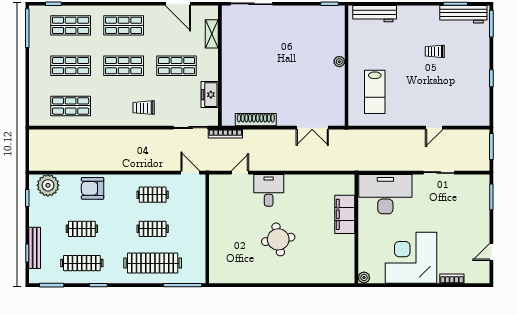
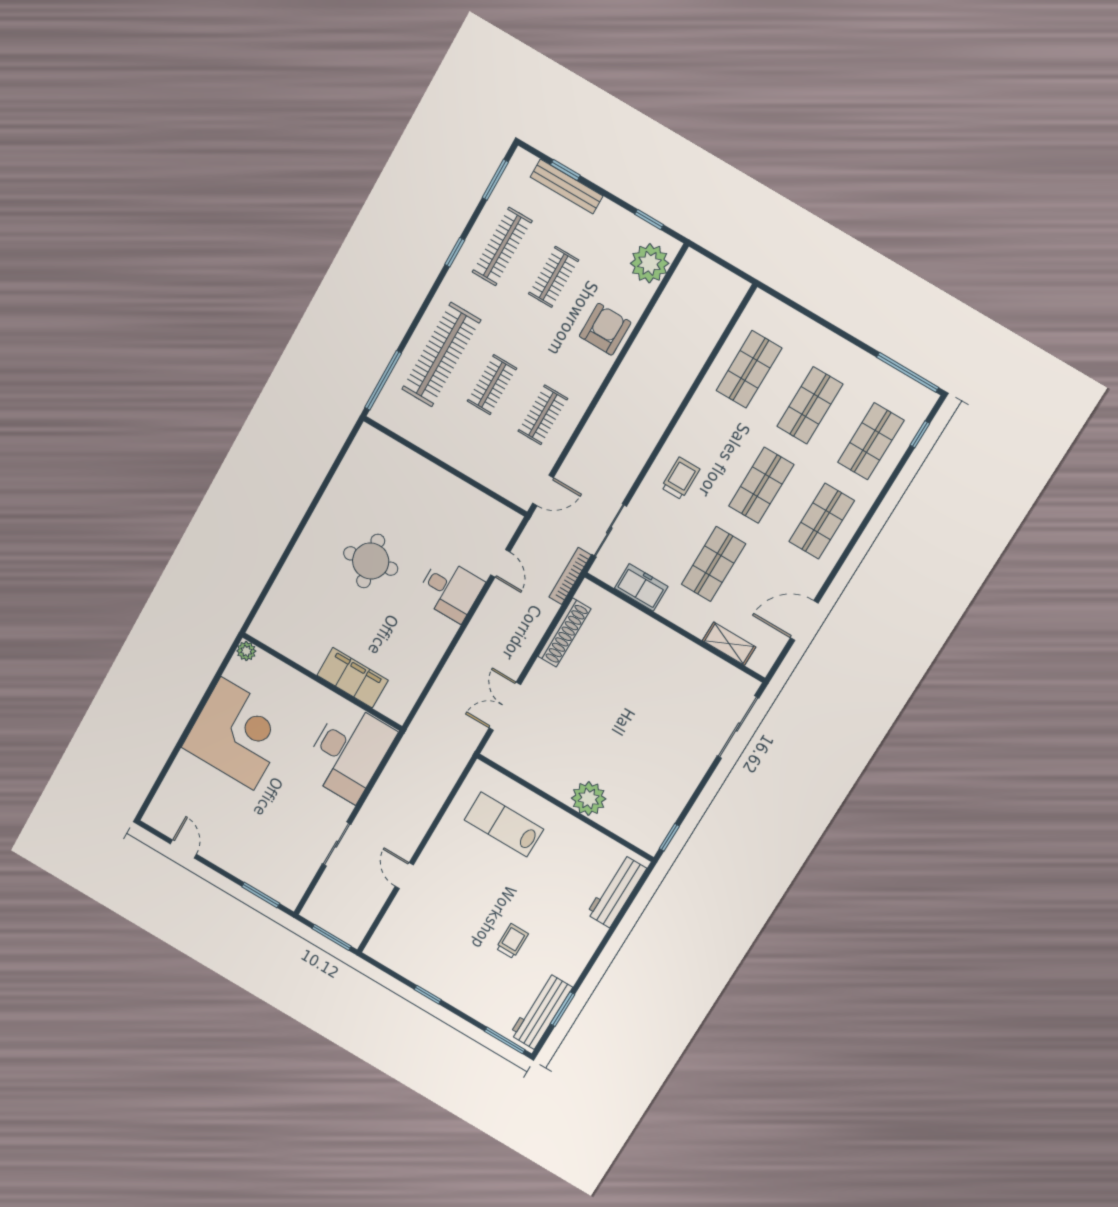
plant: (339, 62) -> (589, 799), width x1.88, depth x1.88
bookcase: (452, 279) -> (176, 773), removed

